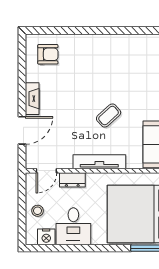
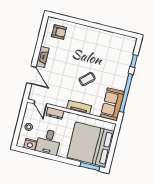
door: (22, 130) -> (31, 75), hinge flipped
tv unit: (99, 162) -> (79, 107), width x0.71
door: (46, 171) -> (40, 104), hinge flipped

